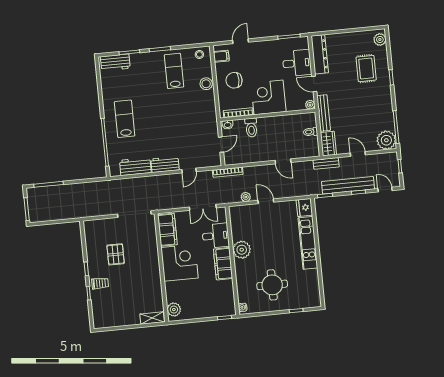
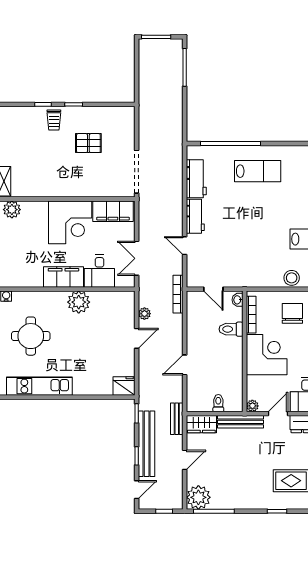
kitchen unit: (308, 243) -> (39, 386), moved

